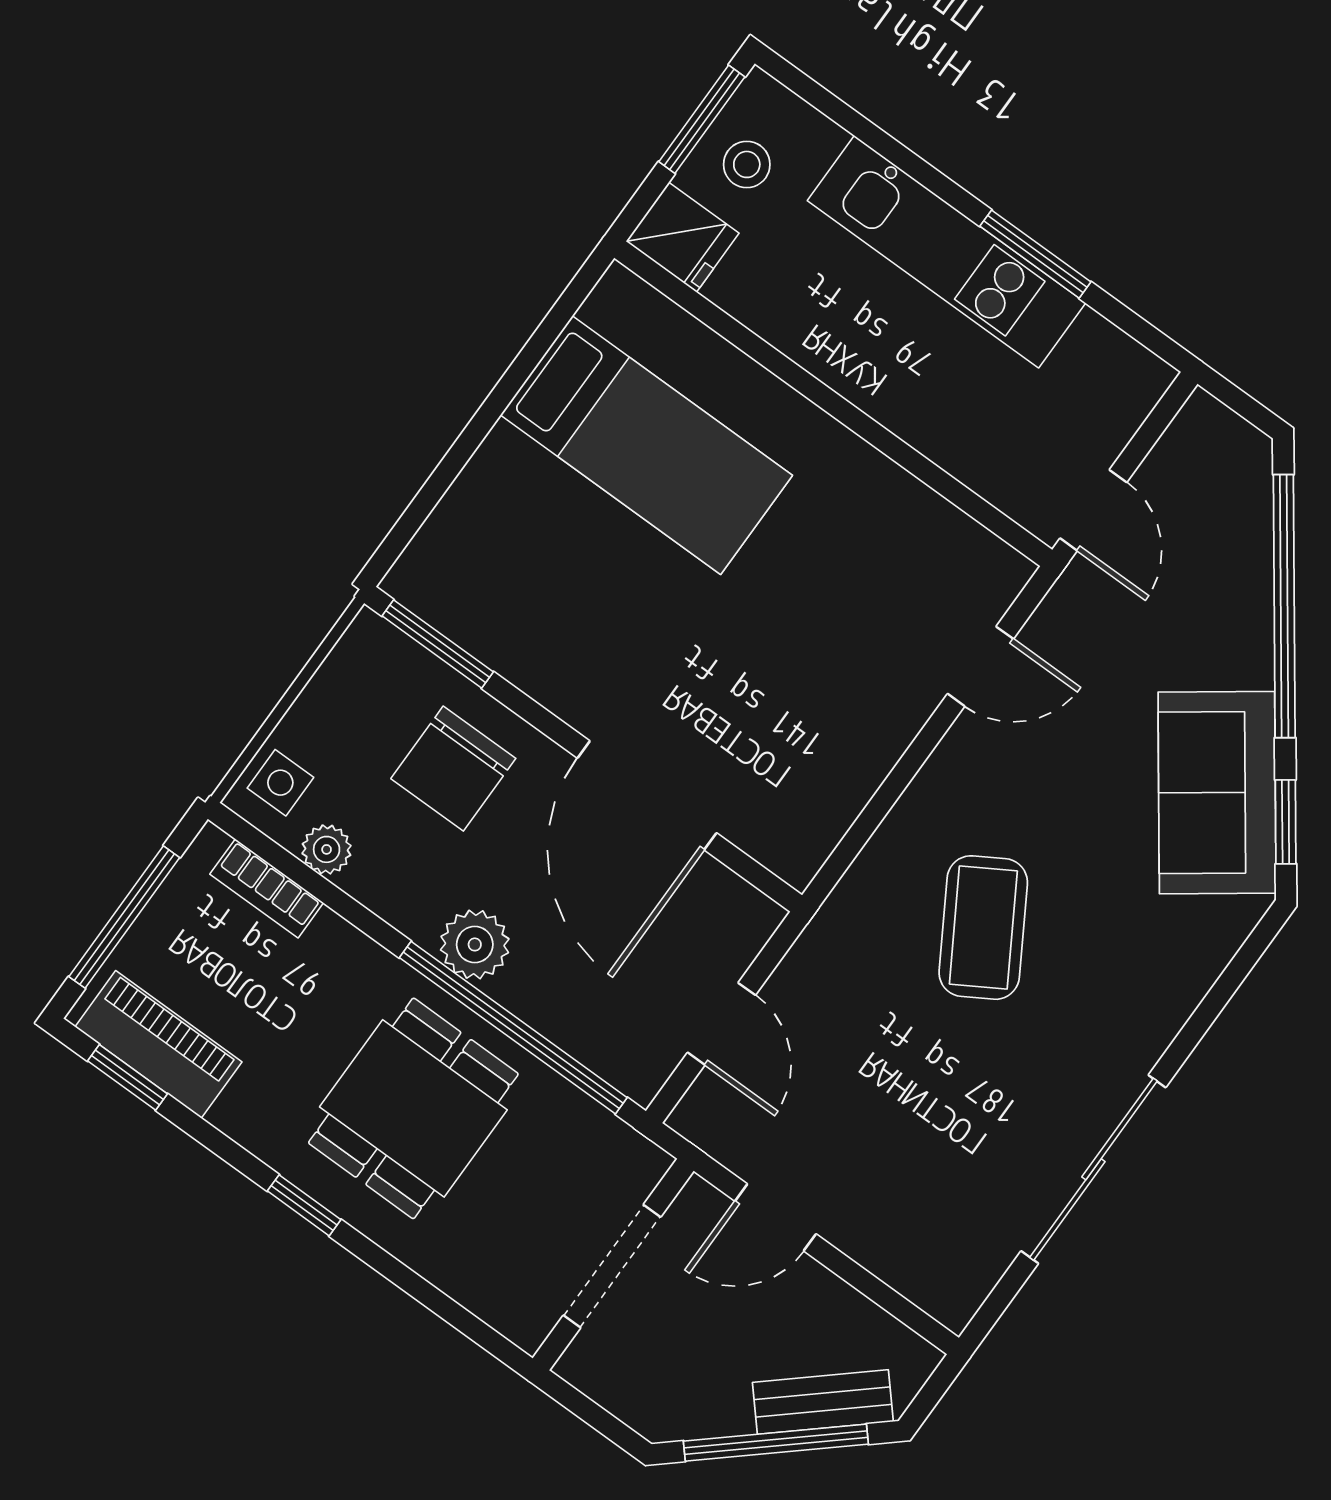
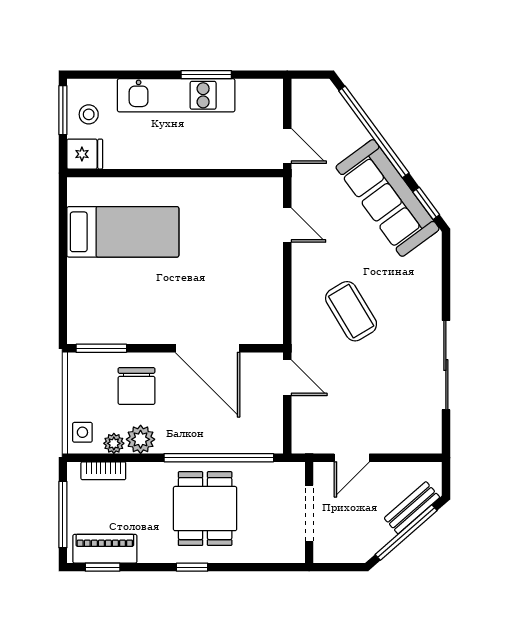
door: (980, 666) -> (287, 225), hinge flipped
sofa: (1217, 793) -> (388, 198), width x1.36
plant: (475, 944) -> (141, 439), moved
door: (722, 1024) -> (287, 378), moved

